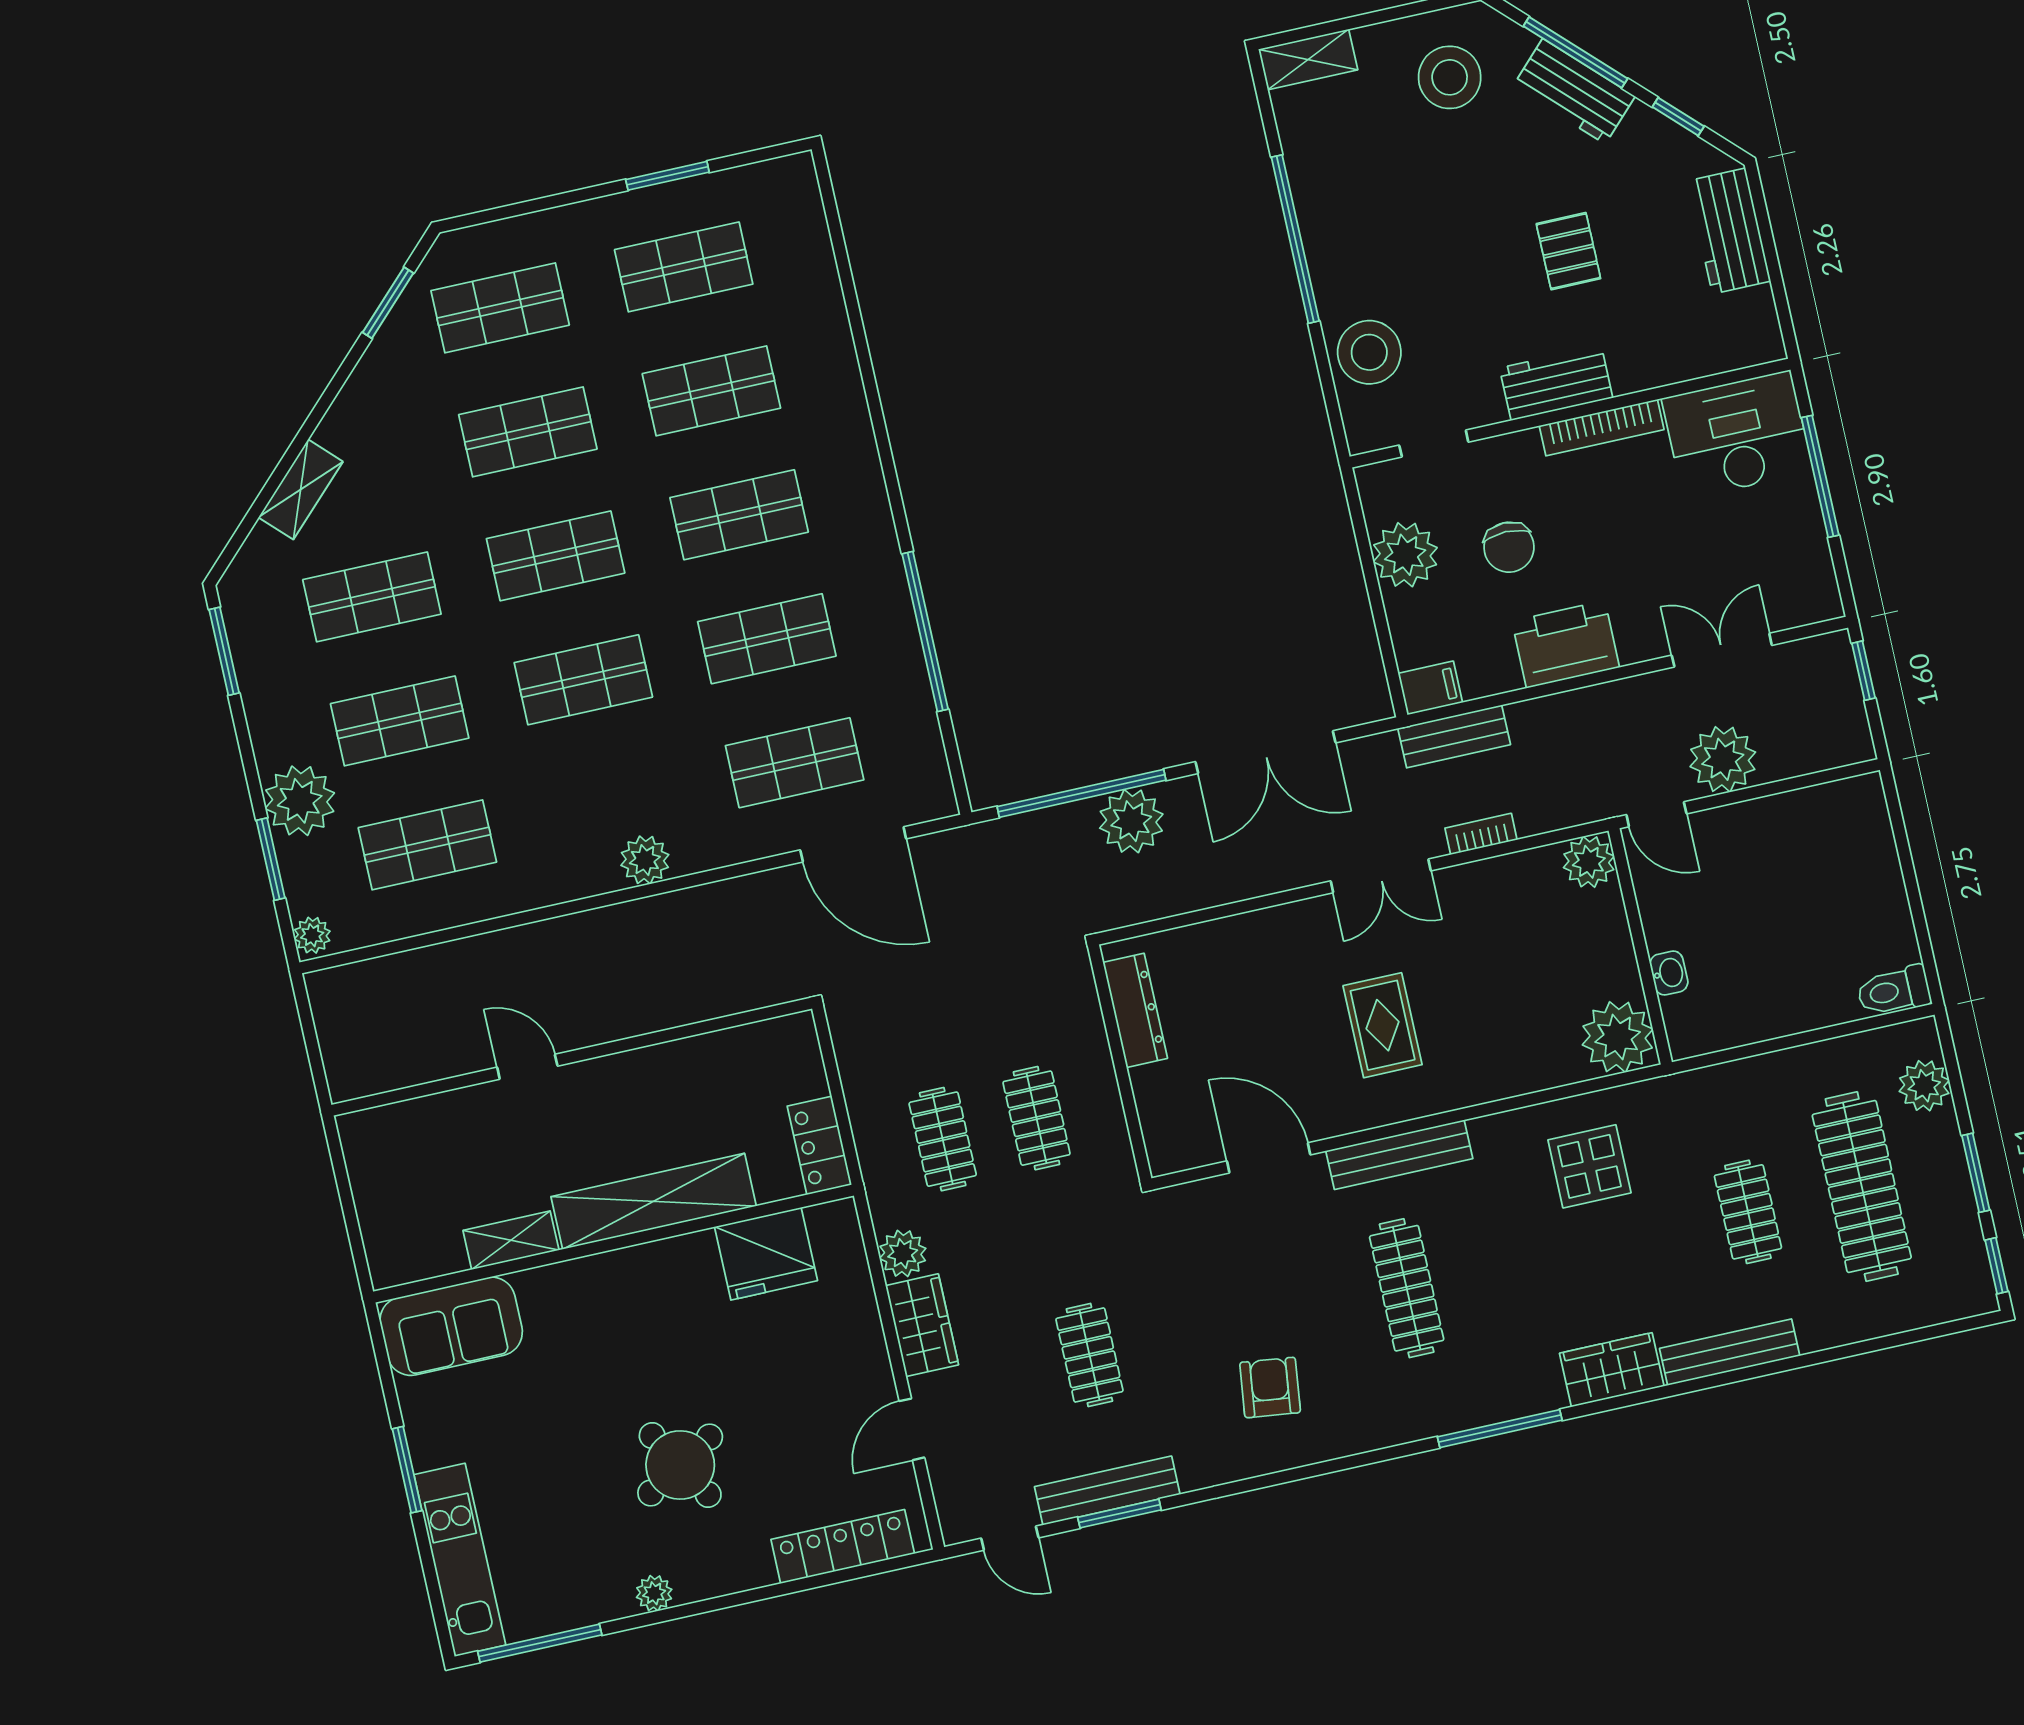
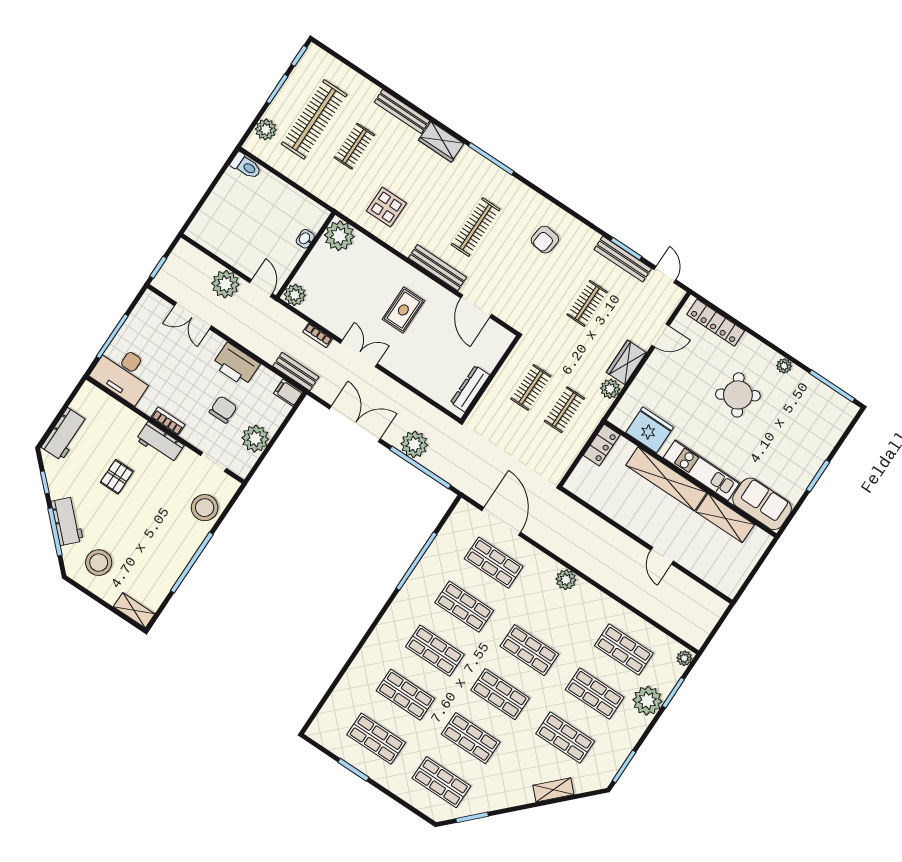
bookcase: (1602, 428) -> (168, 421), width x0.64
shelving: (511, 1240) -> (725, 518), width x1.50, depth x1.33
kitchen unit: (460, 1560) -> (702, 470), moved, turned 90

